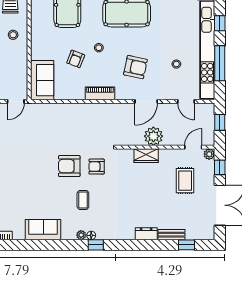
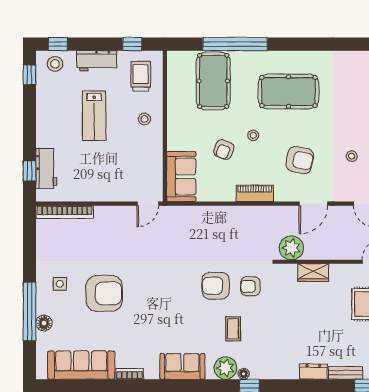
plant: (153, 136) -> (291, 248), moved
plant: (81, 235) -> (226, 368), width x1.88, depth x1.88

